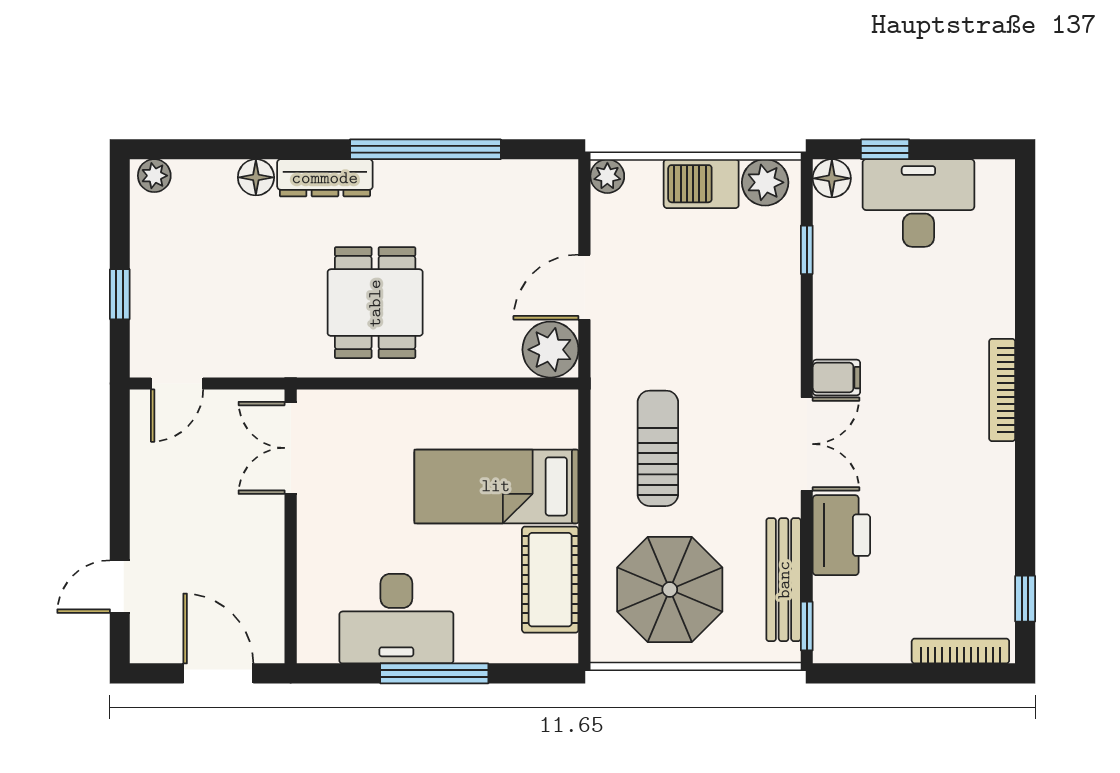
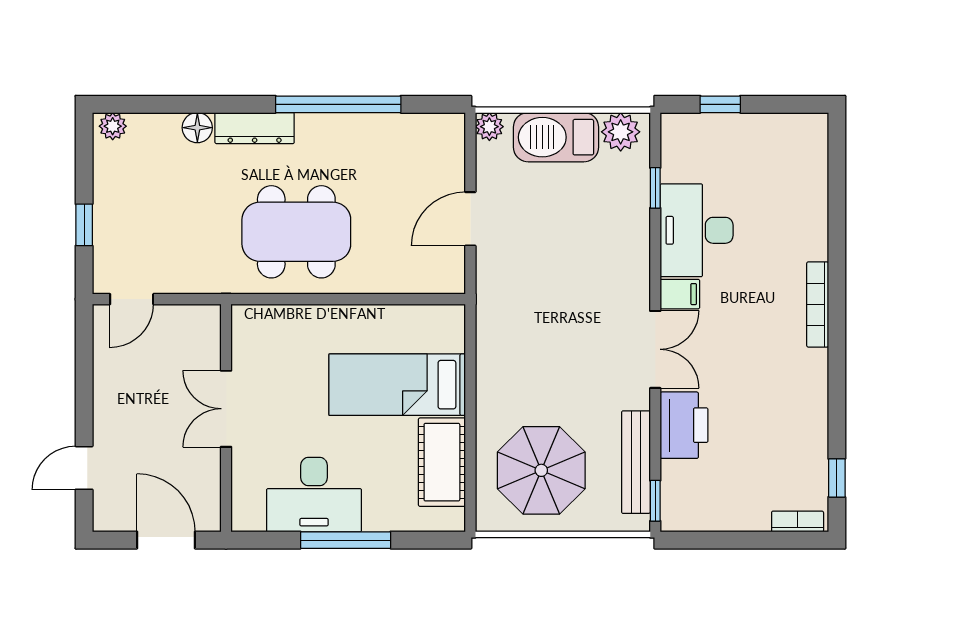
floor lamp: (832, 178) -> (676, 128), removed
barbecue: (701, 184) -> (556, 137), width x1.37, depth x1.21
desk: (918, 203) -> (697, 230), moved, turned -90
dining table: (375, 303) -> (296, 232), width x1.37
plant: (550, 350) -> (442, 271), removed
double door: (291, 448) -> (226, 409), moved
sun lounger: (658, 448) -> (531, 353), removed
bookcase: (960, 651) -> (798, 521), width x0.64

